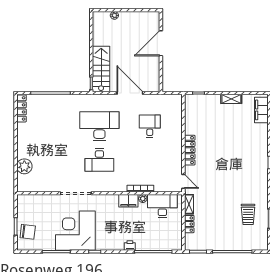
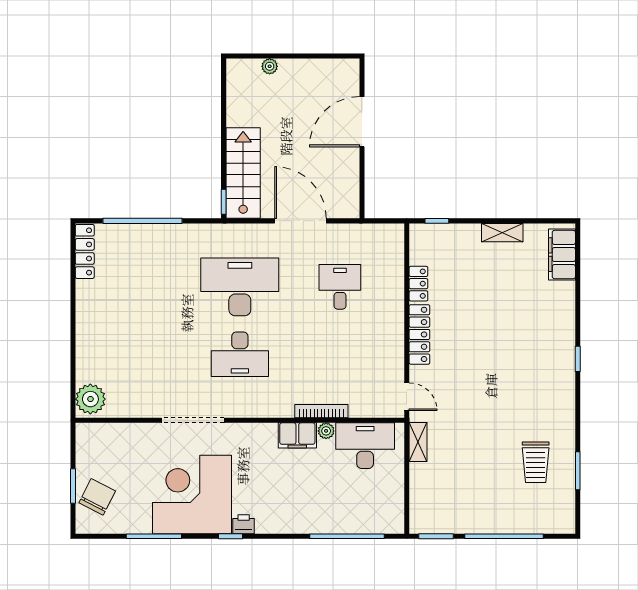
plant: (24, 166) -> (90, 399), moved
locker: (189, 224) -> (418, 284), moved
chair: (28, 232) -> (97, 497), turned -70
printer: (130, 246) -> (244, 524), moved

